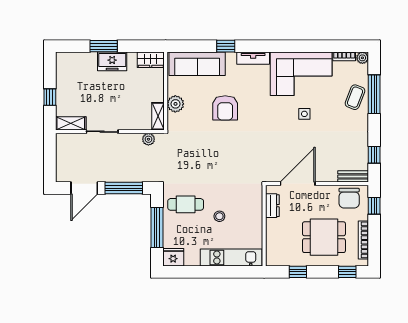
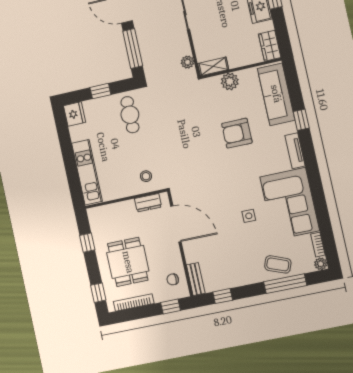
chair: (349, 198) -> (173, 279), width x0.54, depth x0.54
stool: (219, 216) -> (146, 176), moved
window: (157, 228) -> (100, 91), width x0.46

